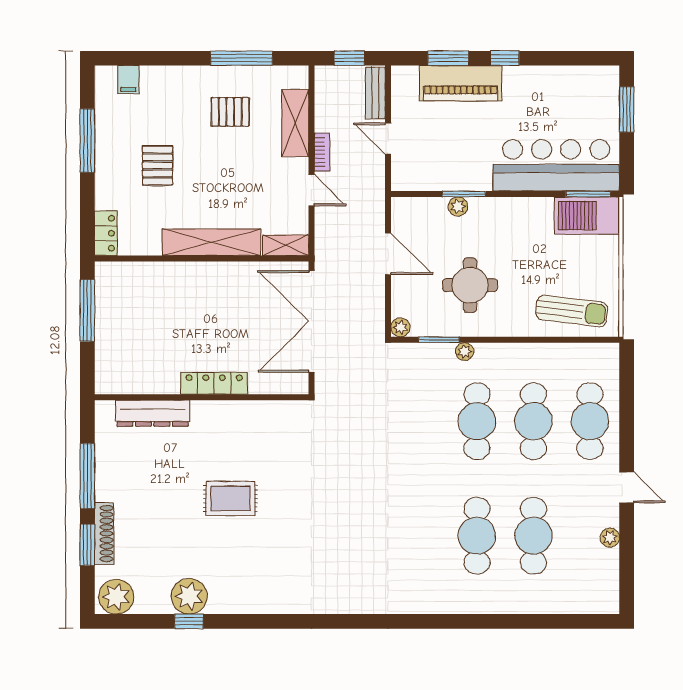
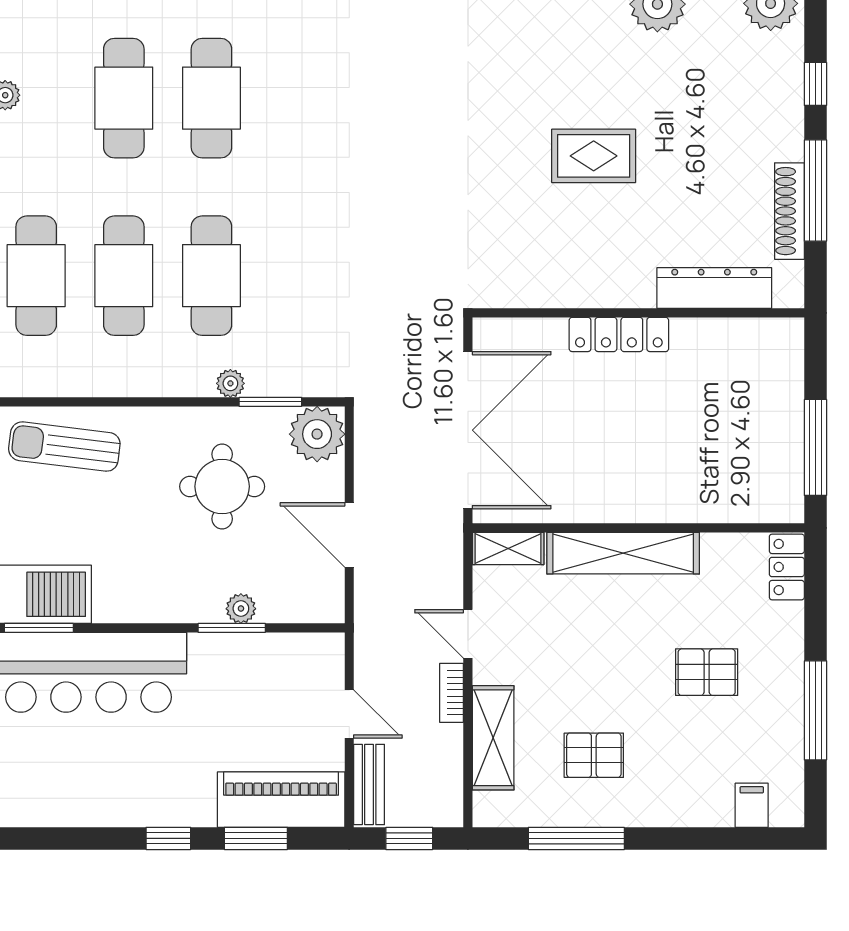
piano: (461, 83) -> (281, 800), moved
pallet: (158, 165) -> (707, 672), turned 90
plant: (400, 327) -> (317, 434), width x1.87, depth x1.87
shoe rack: (104, 533) -> (789, 211), moved
window: (87, 545) -> (815, 84), width x0.67

